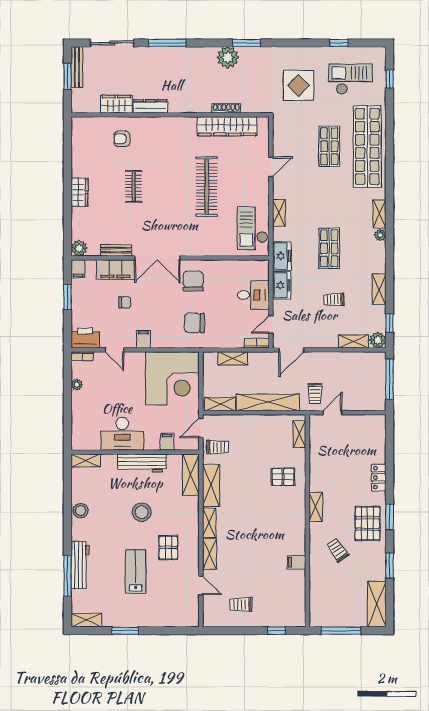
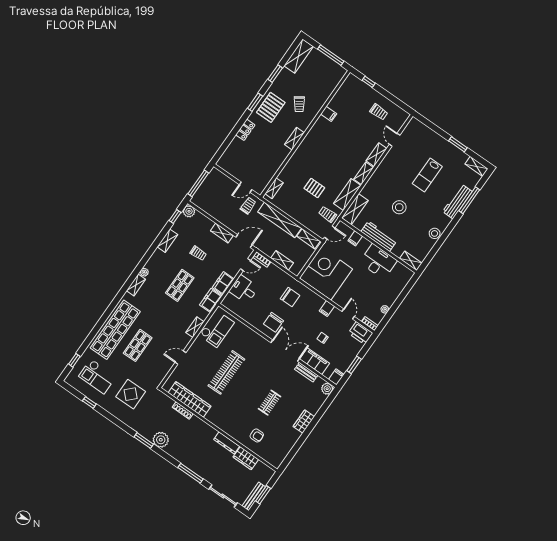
shelving: (354, 341) -> (222, 233), moved
pallet: (283, 477) -> (314, 188), moved
pallet: (168, 548) -> (398, 175), removed

